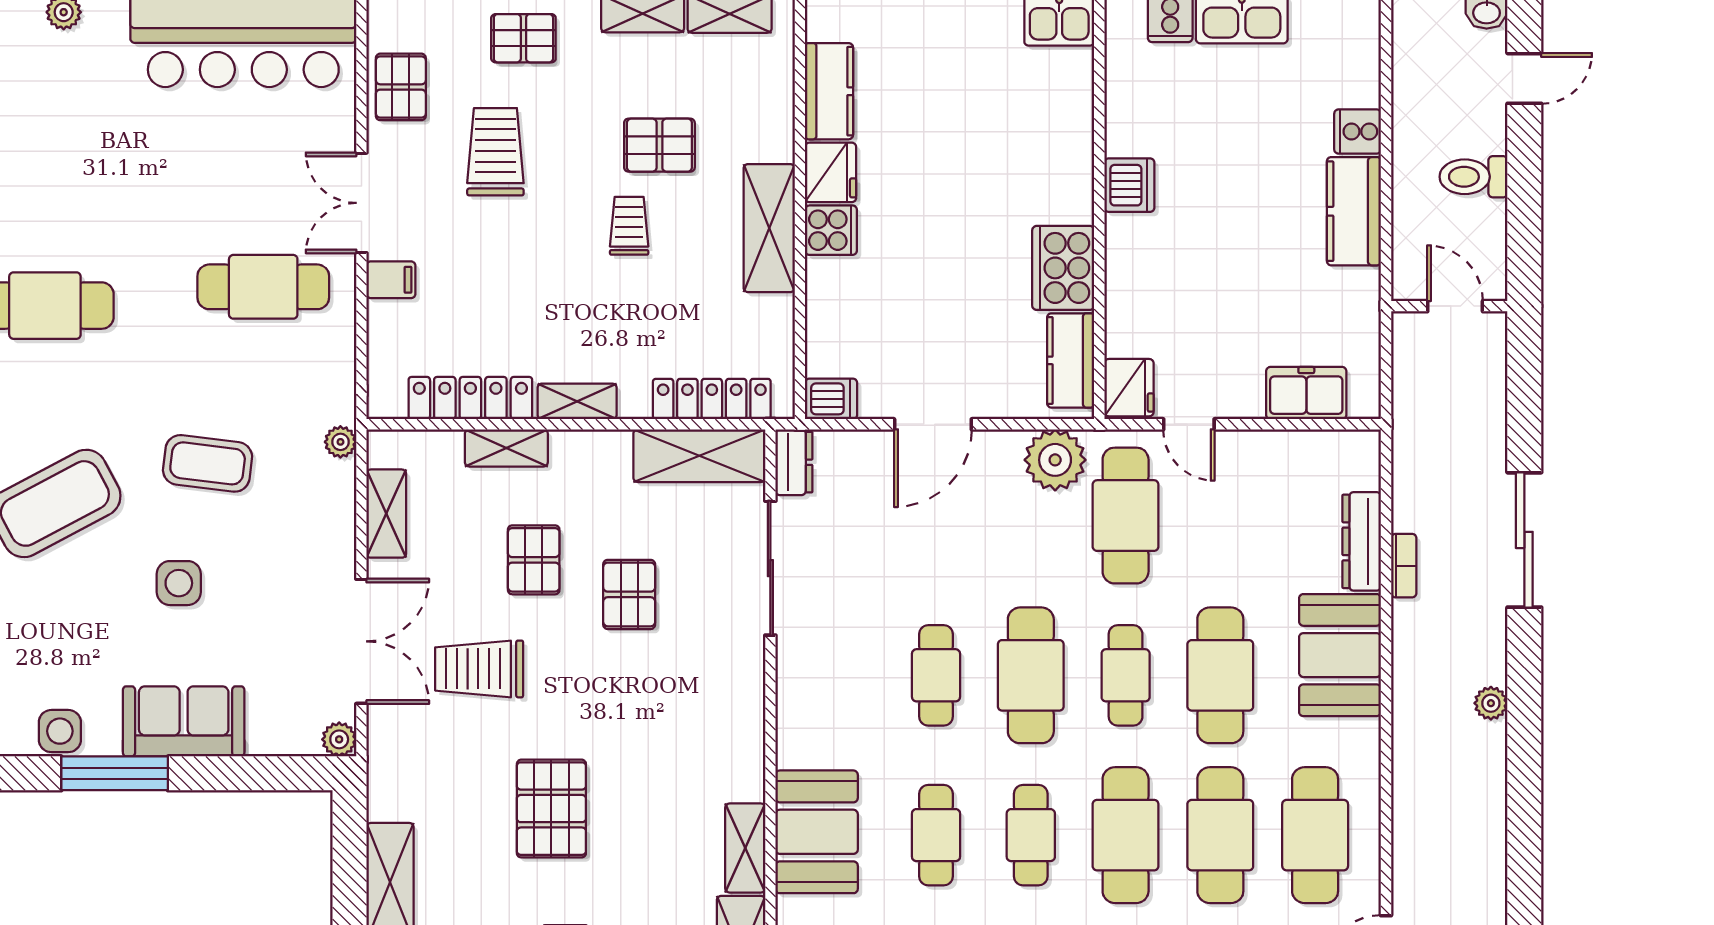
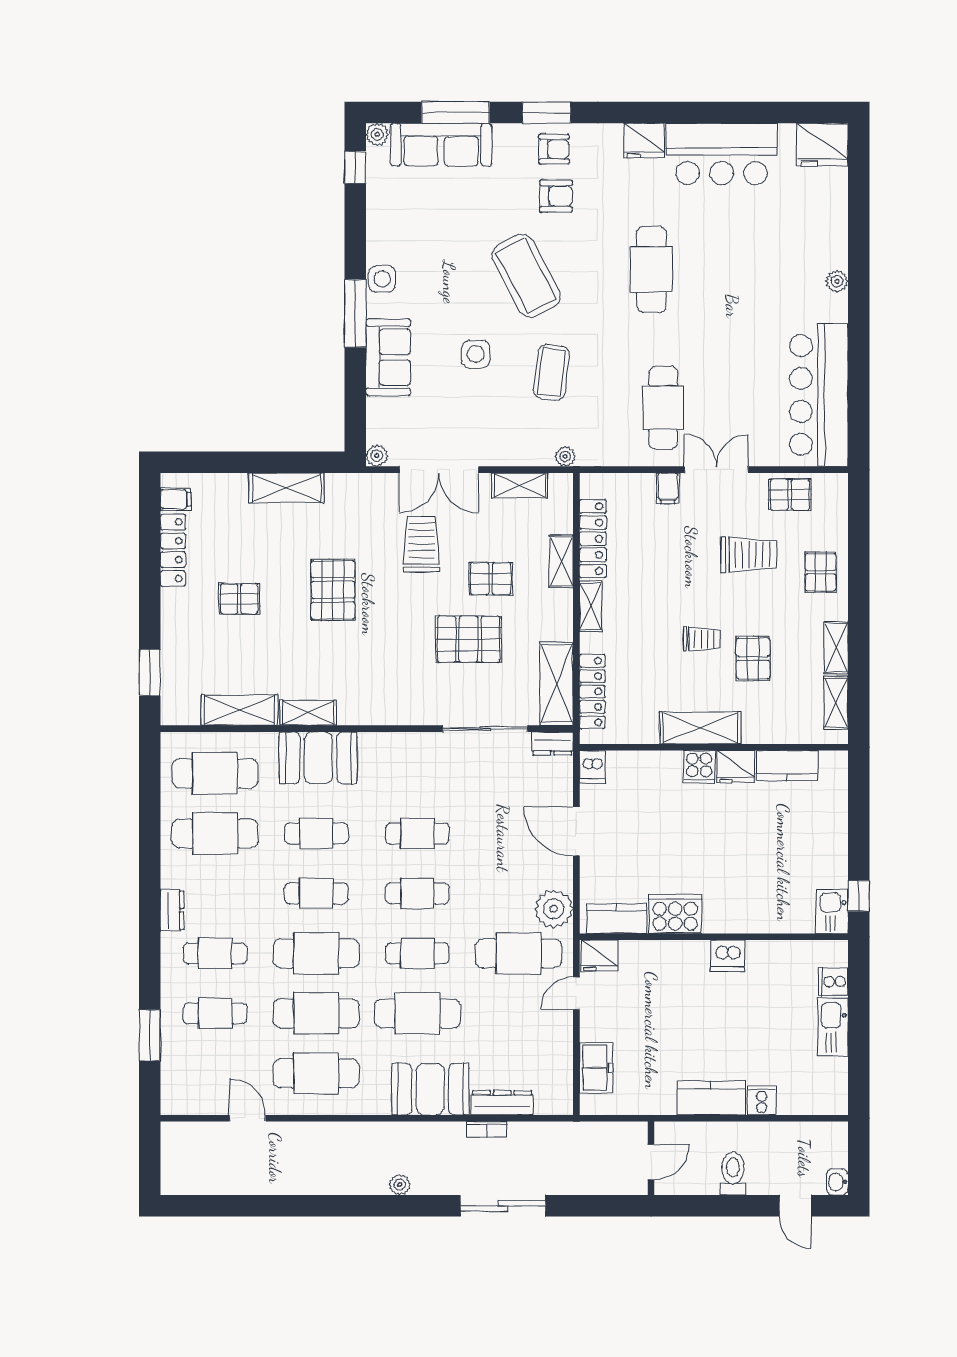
pallet: (629, 594) -> (469, 639), width x1.50, depth x1.42
cafe table: (1031, 675) -> (417, 893), width x0.73, depth x0.74
pallet: (551, 809) -> (333, 590), turned 90

